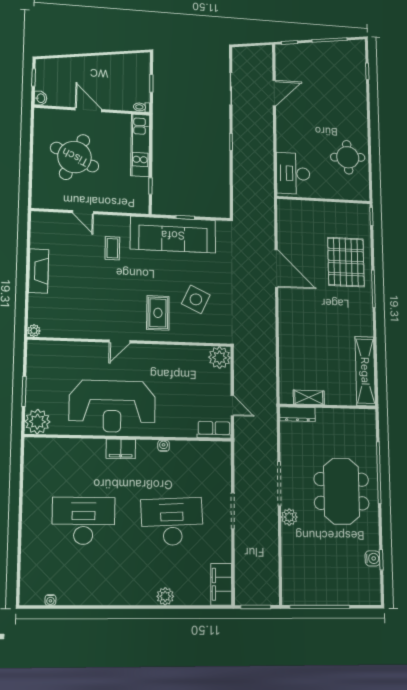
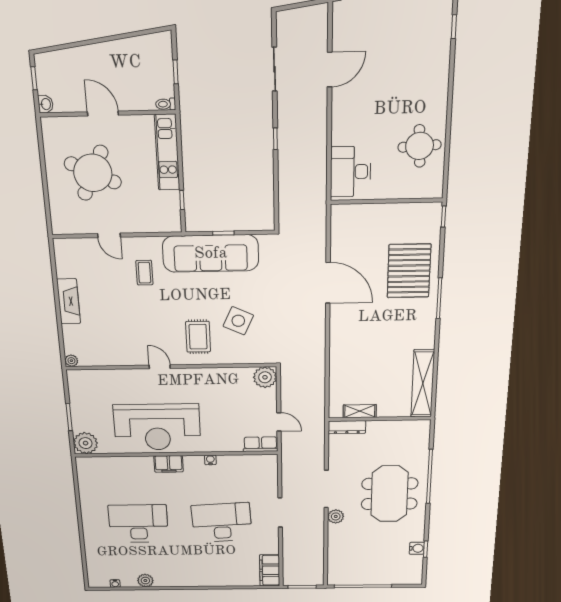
door: (120, 341) -> (160, 367), swing flipped
plant: (165, 596) -> (145, 581), moved

